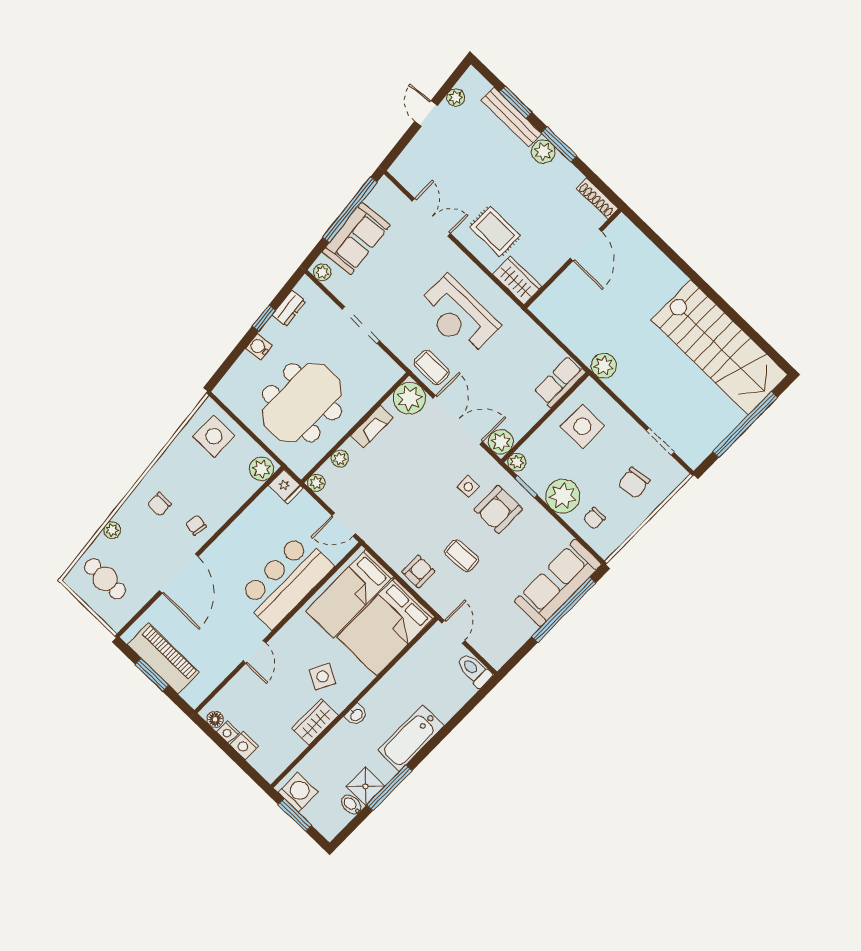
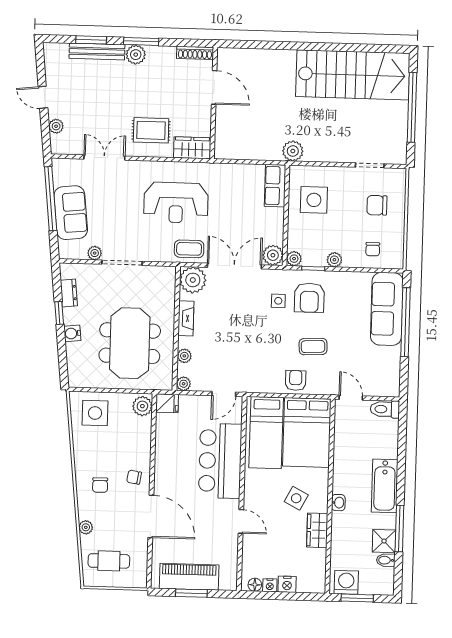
plant: (456, 97) -> (56, 126), moved
plant: (322, 272) -> (95, 253), moved
chair: (634, 483) -> (377, 205), turned 98
plant: (563, 496) -> (334, 260), width x0.53, depth x0.53

